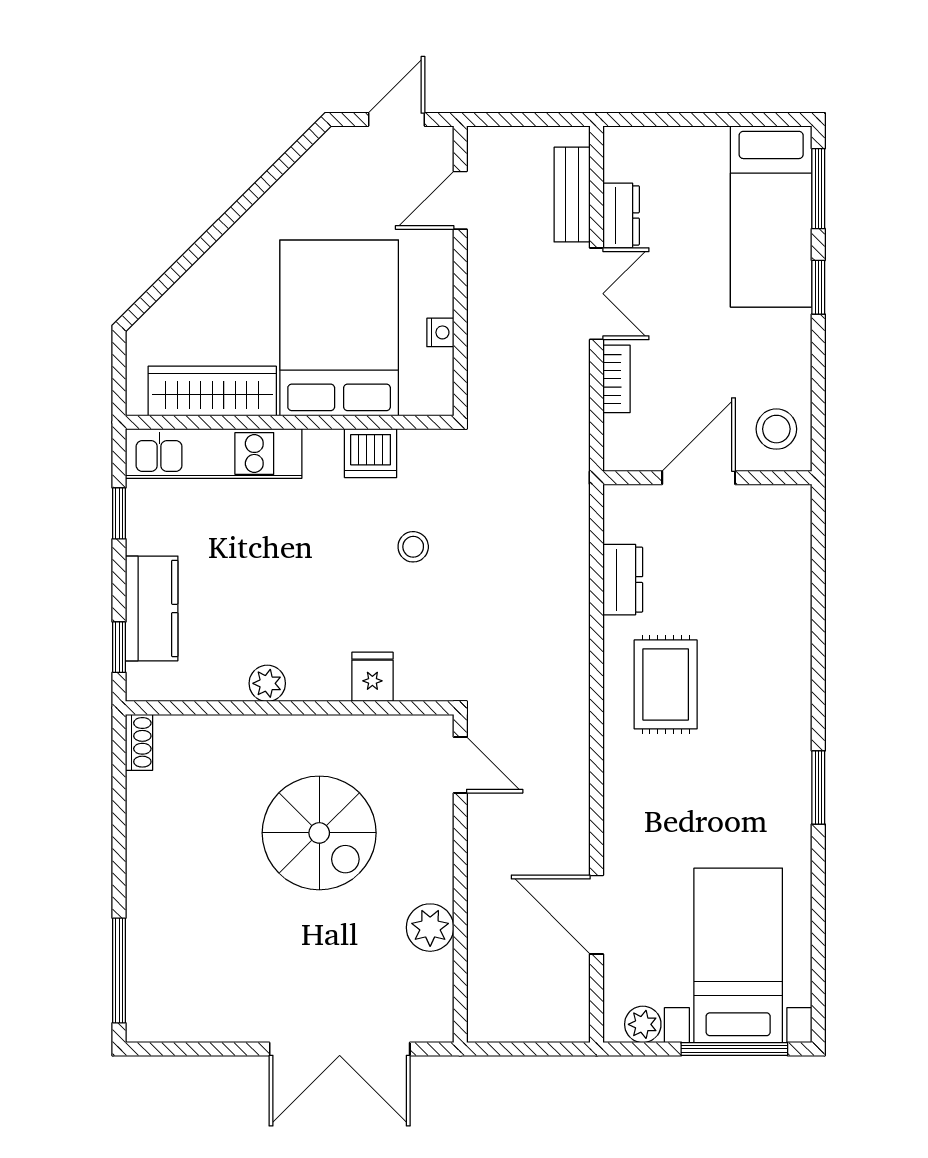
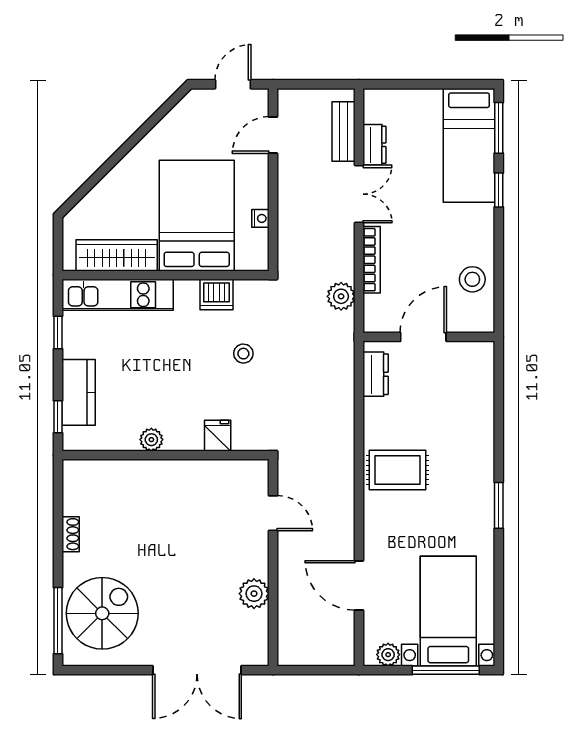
bookcase: (617, 379) -> (372, 260), width x1.56
plant: (568, 456) -> (341, 296), added
door: (699, 478) -> (423, 337), moved
wall: (707, 478) -> (429, 337), moved
rug: (666, 684) -> (397, 470), moved, turned 90
shoe rack: (139, 742) -> (71, 534), moved
door: (460, 765) -> (273, 513), moved
spiral stairs: (319, 833) -> (102, 613), moved, turned -90

